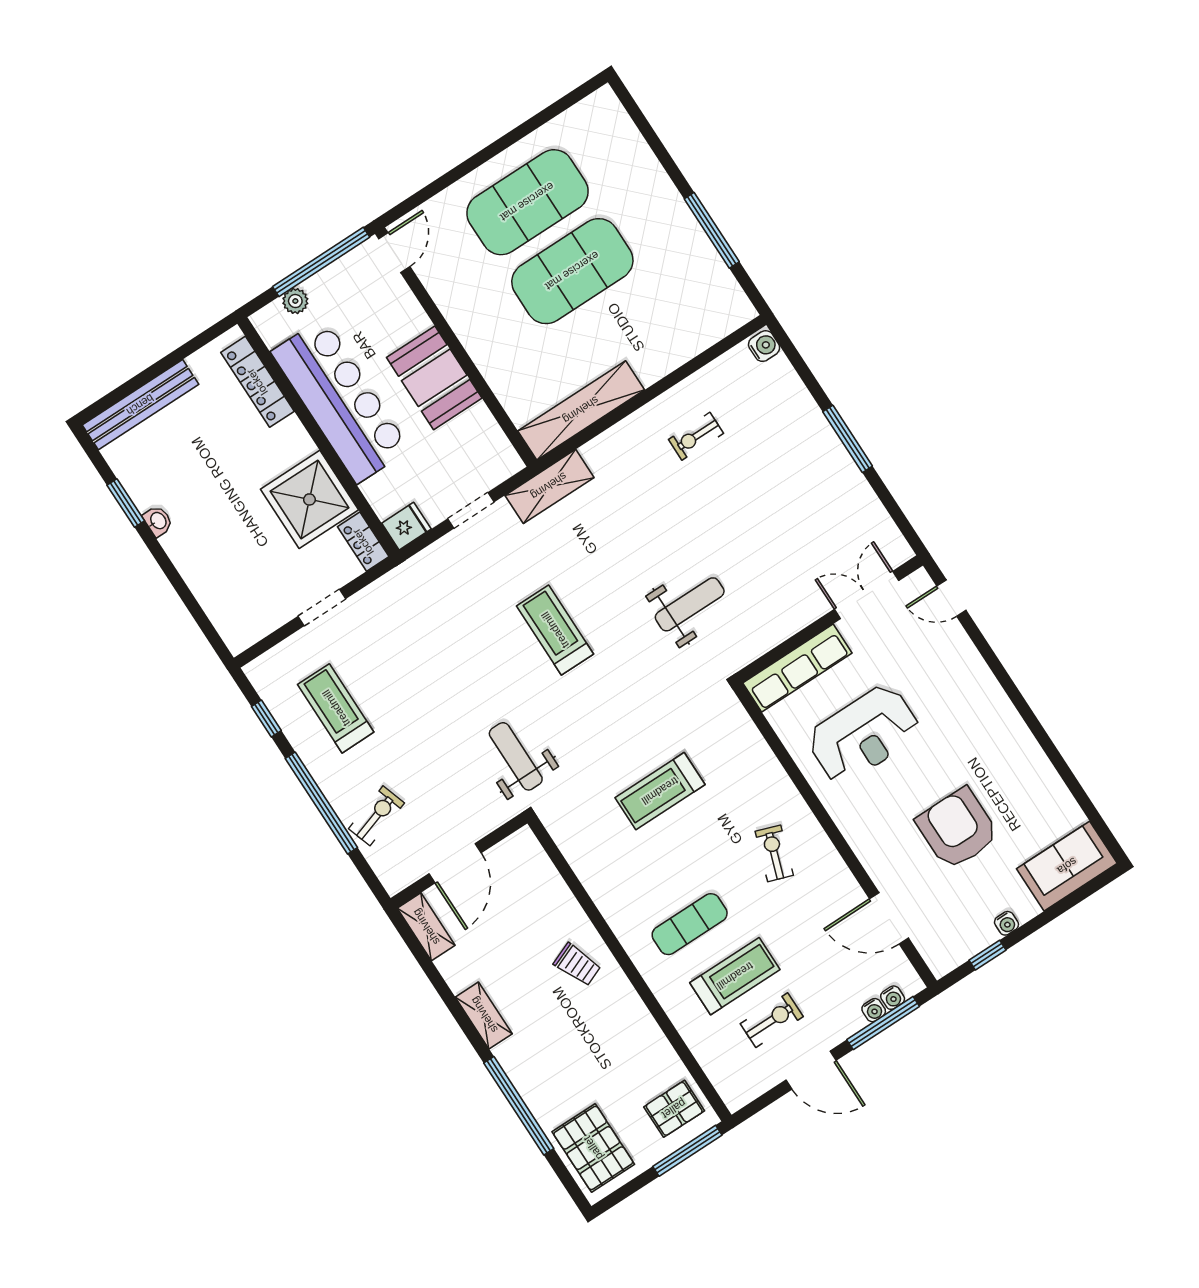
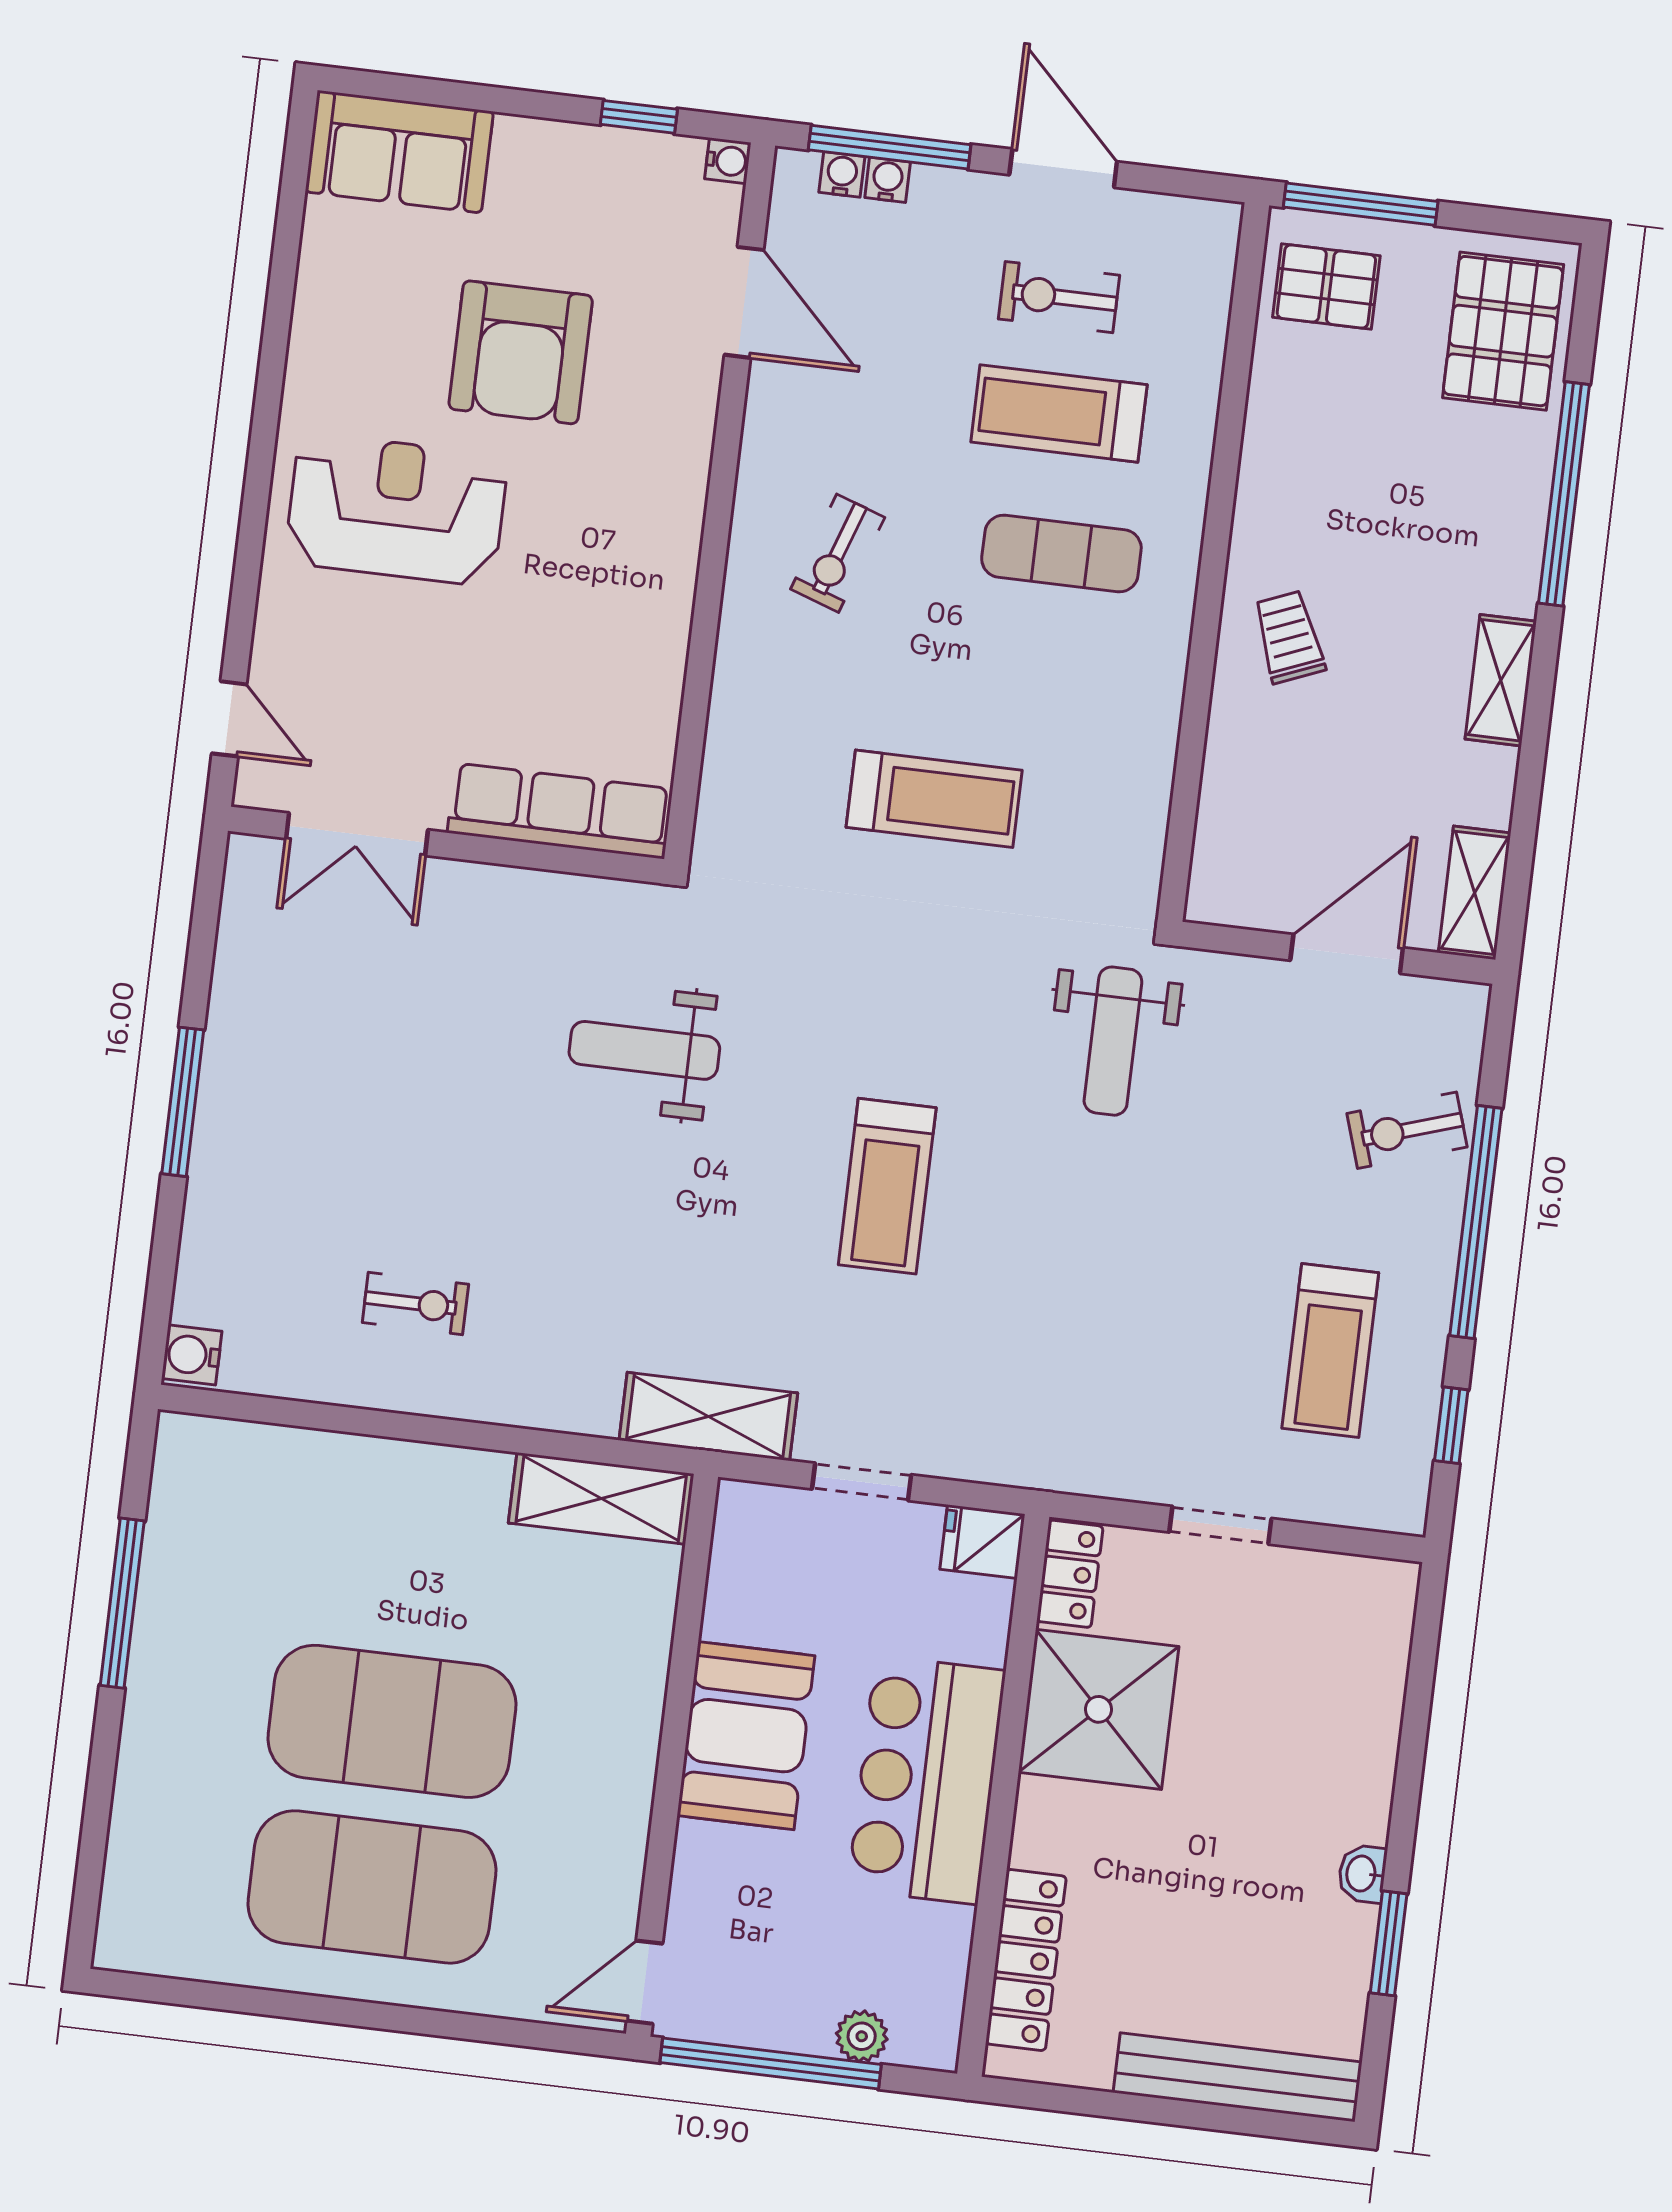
bar counter: (340, 401) -> (927, 1780), width x0.73
shelving: (581, 410) -> (601, 1498), width x0.68
reception desk: (864, 734) -> (396, 509), moved
water cooler: (1006, 923) -> (728, 161), moved, turned 90

